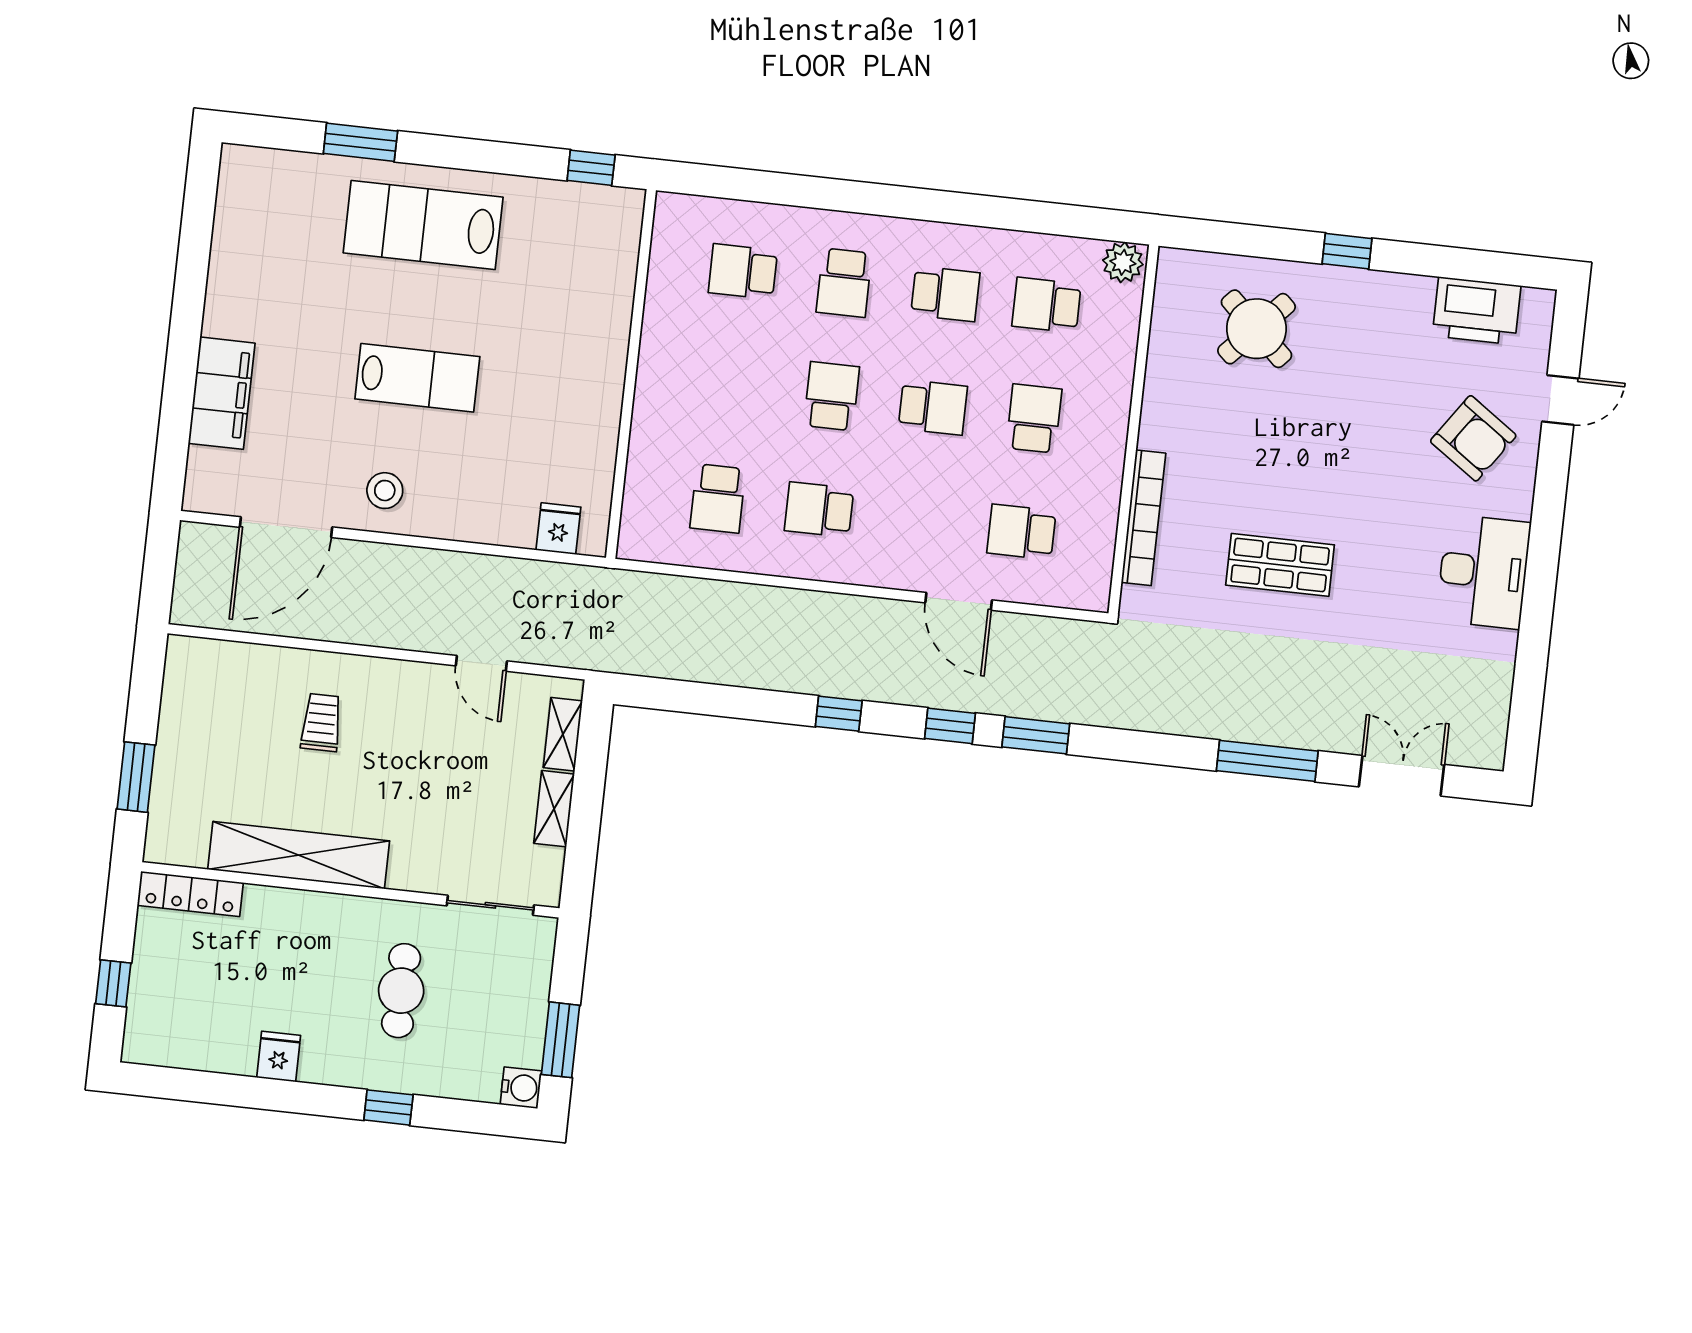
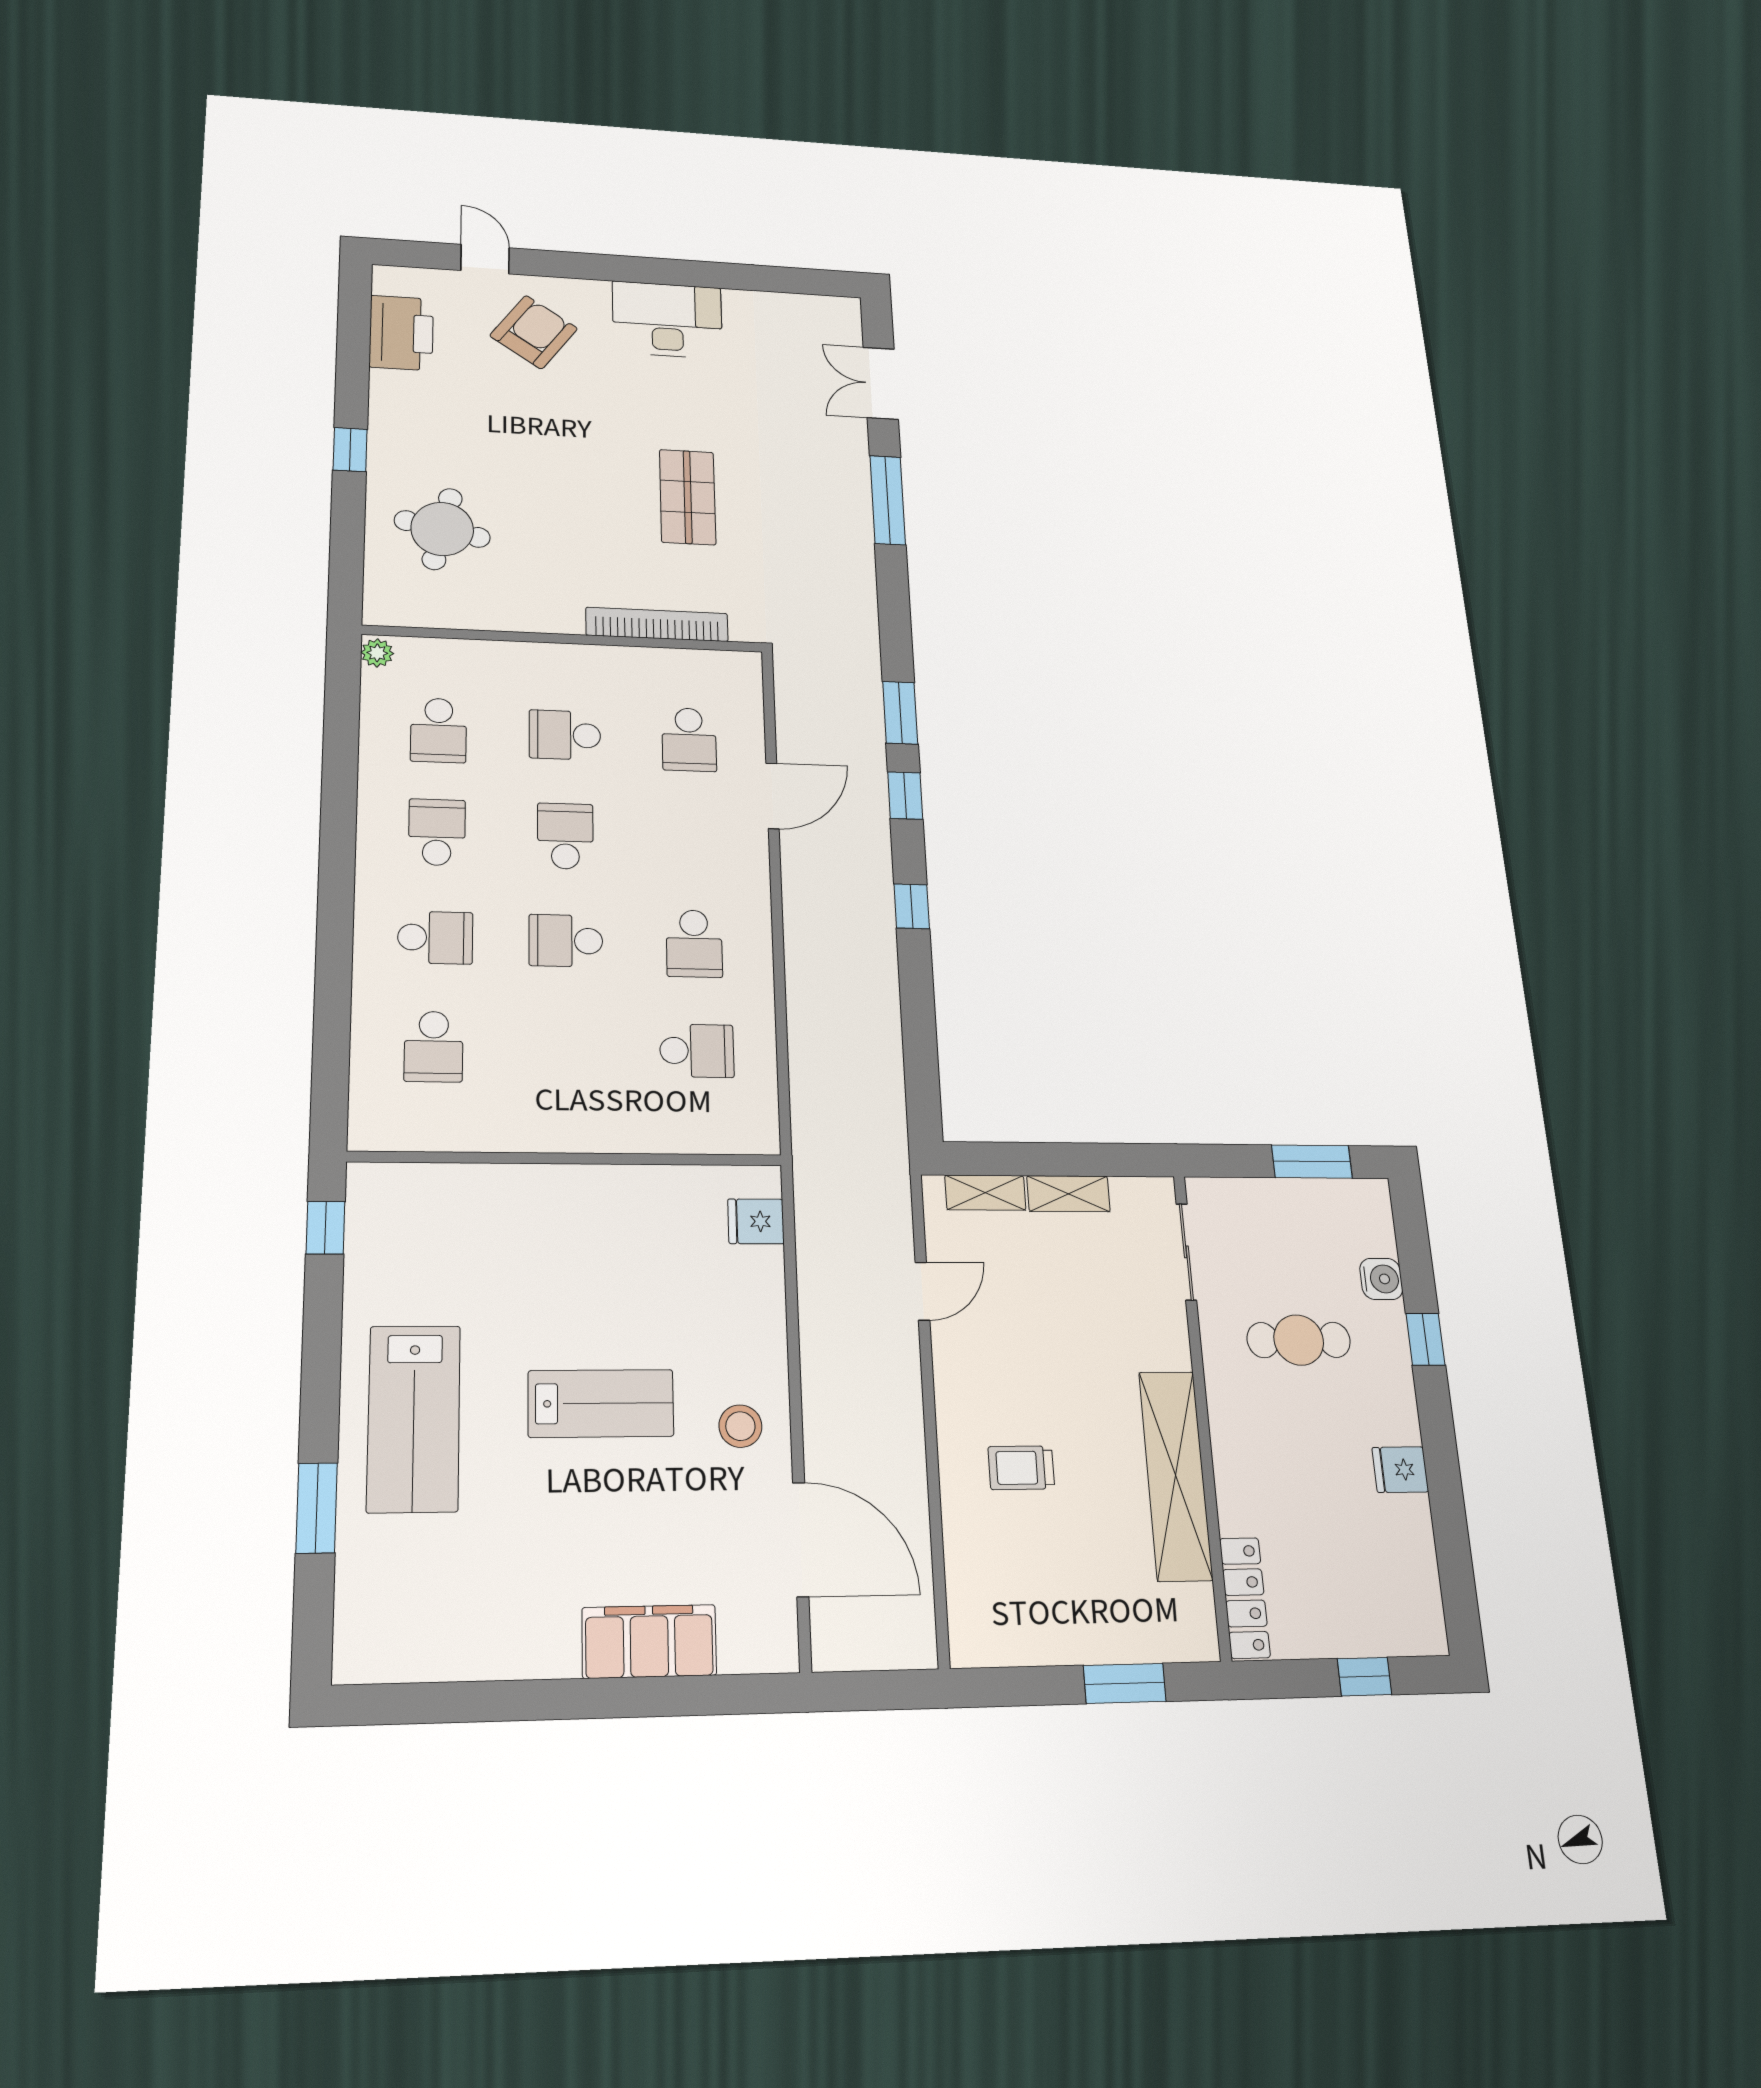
plant: (1123, 262) -> (377, 653), width x0.73, depth x0.73
round table: (1256, 329) -> (442, 529), turned -31
lab bench: (417, 378) -> (601, 1403), turned 90
water cooler: (521, 1088) -> (1381, 1279), moved, turned 90

